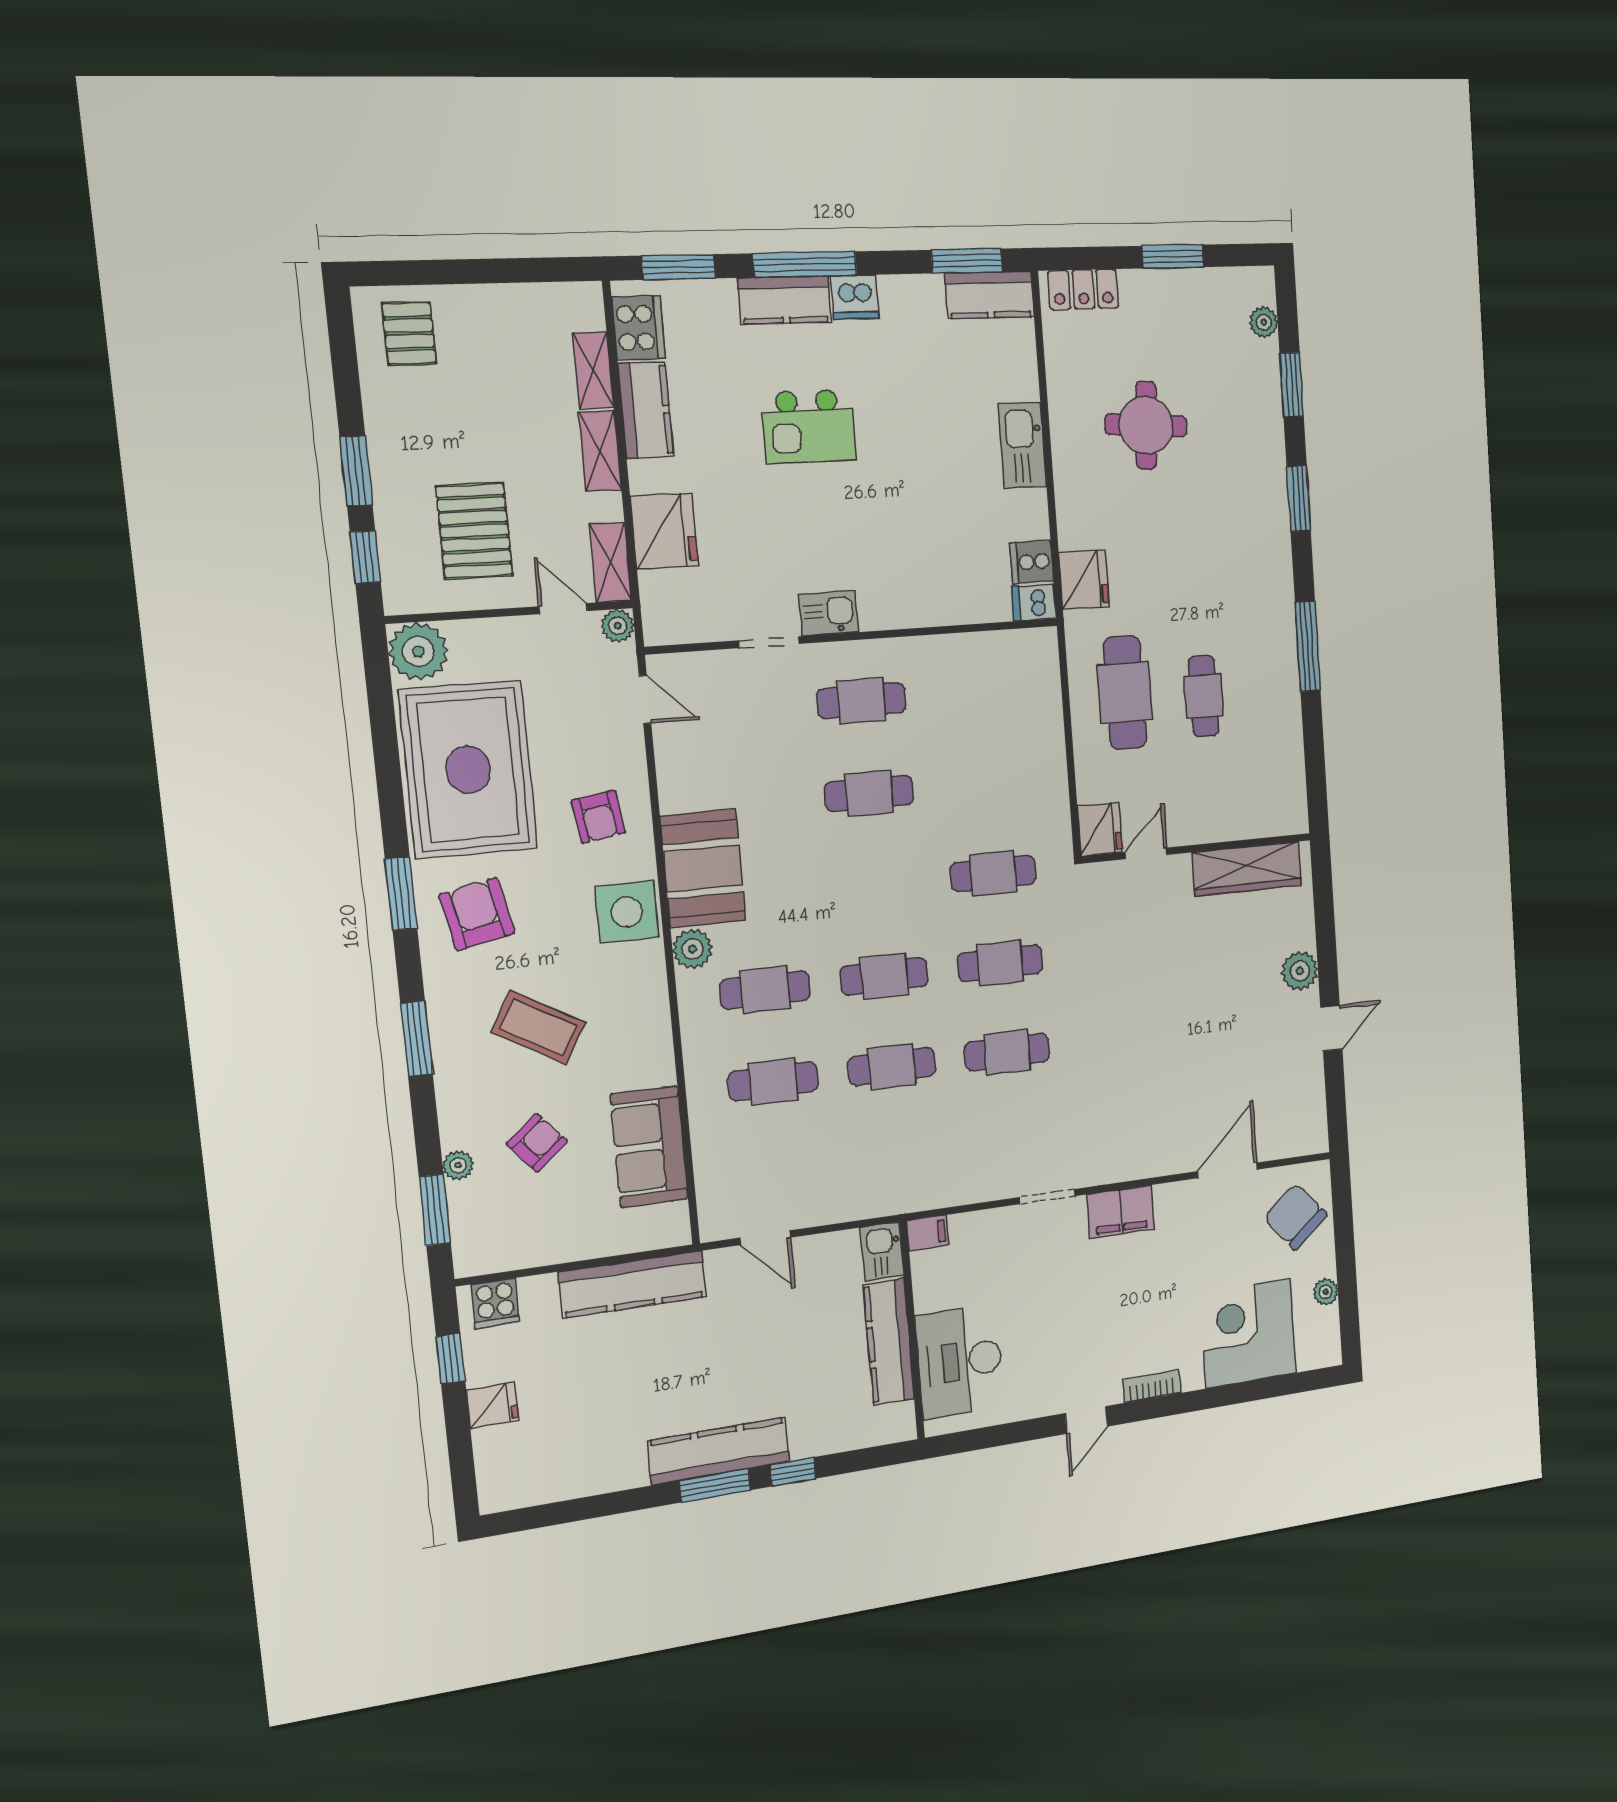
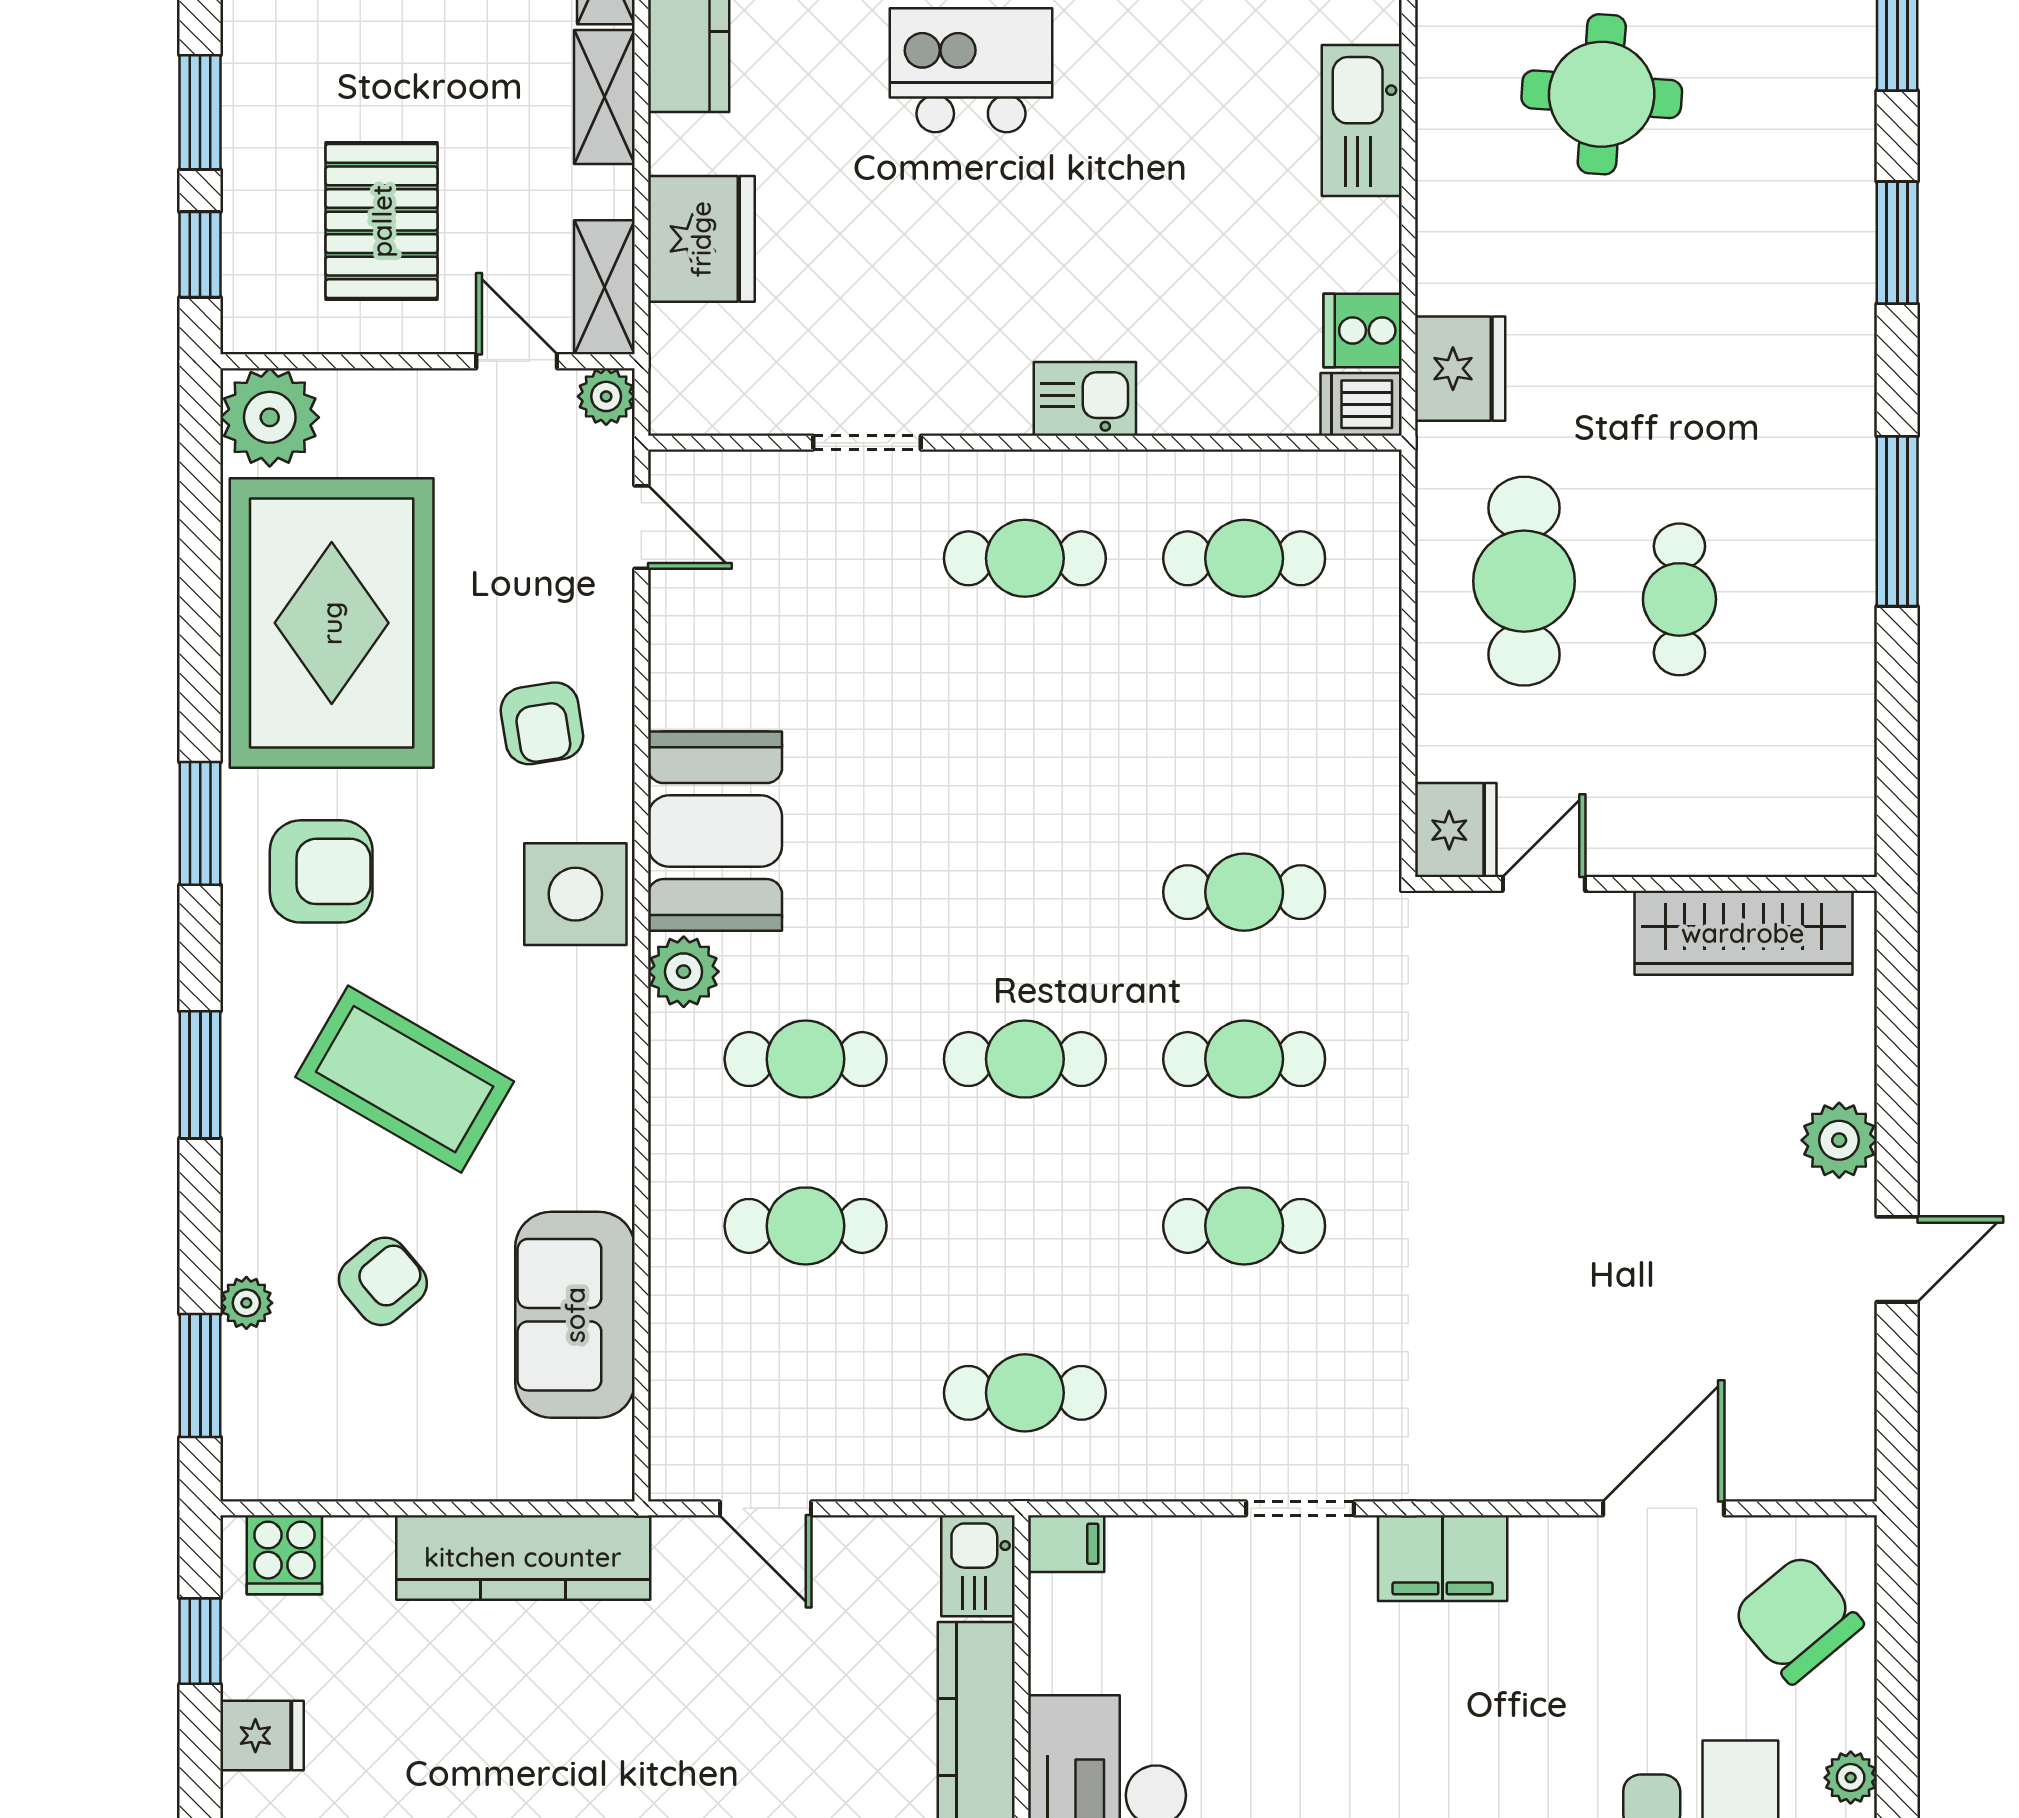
kitchen island: (808, 426) -> (971, 70), turned 180
kitchen sink: (829, 613) -> (1085, 399), moved
cafe table: (869, 793) -> (1244, 558), moved
armchair: (477, 914) -> (321, 871), turned 102
coffee table: (538, 1027) -> (405, 1079), width x1.36, depth x1.32
cafe table: (892, 1067) -> (1025, 1393), moved

